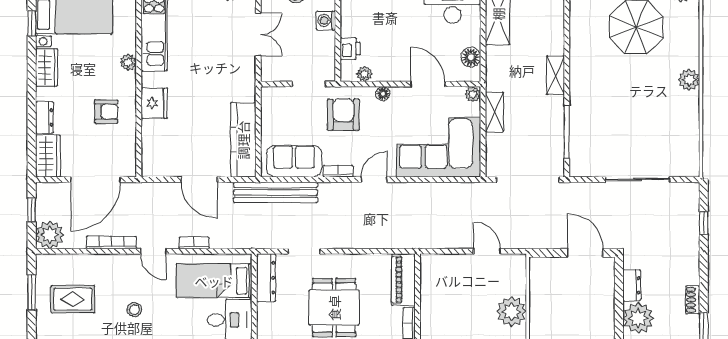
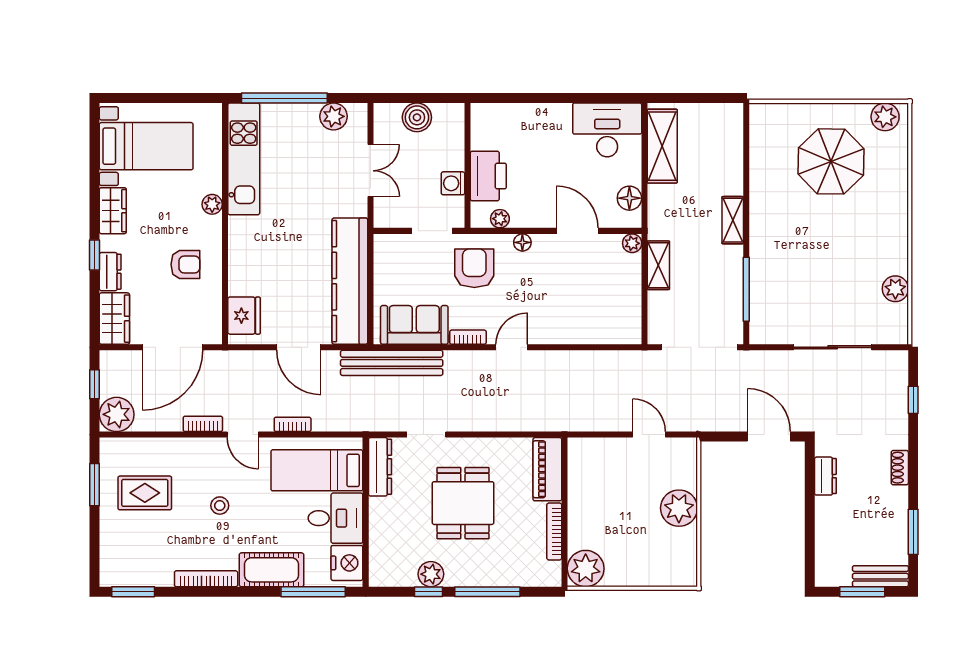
washing machine: (326, 21) -> (453, 183), moved
window: (32, 23) -> (95, 255), moved
printer: (350, 49) -> (488, 176), width x1.87, depth x1.48
plant: (689, 80) -> (895, 289), moved
fridge: (154, 103) -> (244, 316), moved
kitchen counter: (243, 140) -> (350, 281), width x1.39, depth x1.17
corner sofa: (439, 147) -> (591, 308), removed
bookcase: (111, 242) -> (203, 424), width x0.64
shoe rack: (693, 300) -> (900, 468), moved
plant: (638, 318) -> (833, 516), removed

